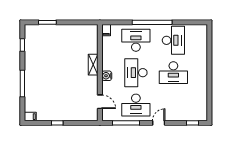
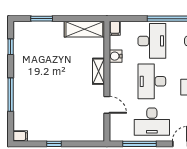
shelving: (82, 31) -> (84, 29), added
desk: (136, 40) -> (152, 41), turned 90
water cooler: (107, 76) -> (116, 56), moved
door: (100, 102) -> (107, 105), moved

